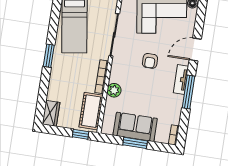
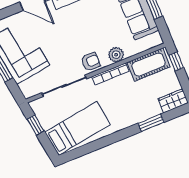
window: (49, 56) -> (151, 123), moved
armchair: (150, 61) -> (91, 62), moved

